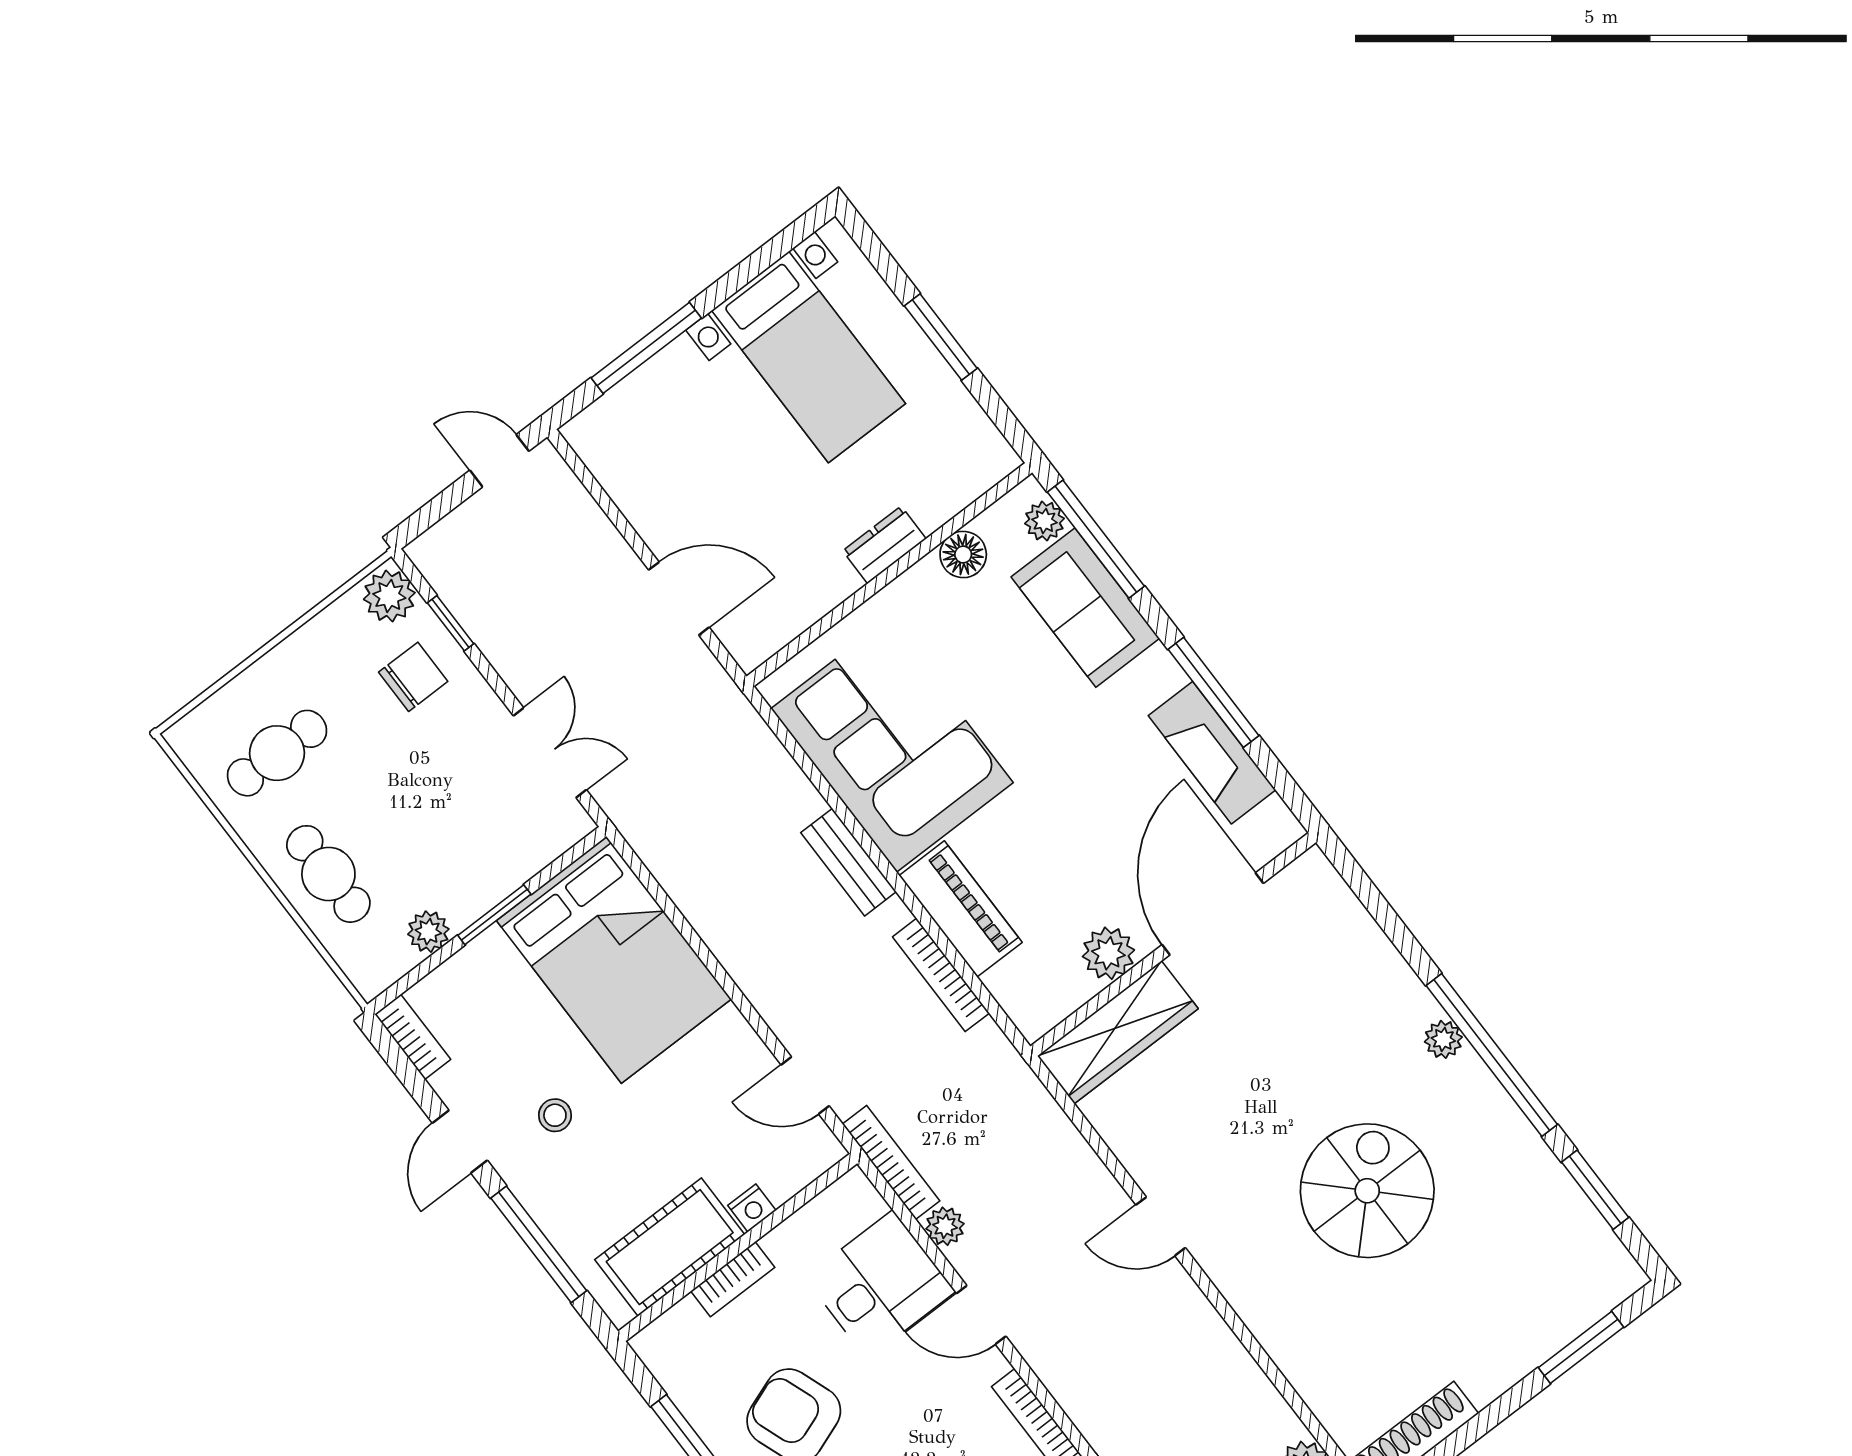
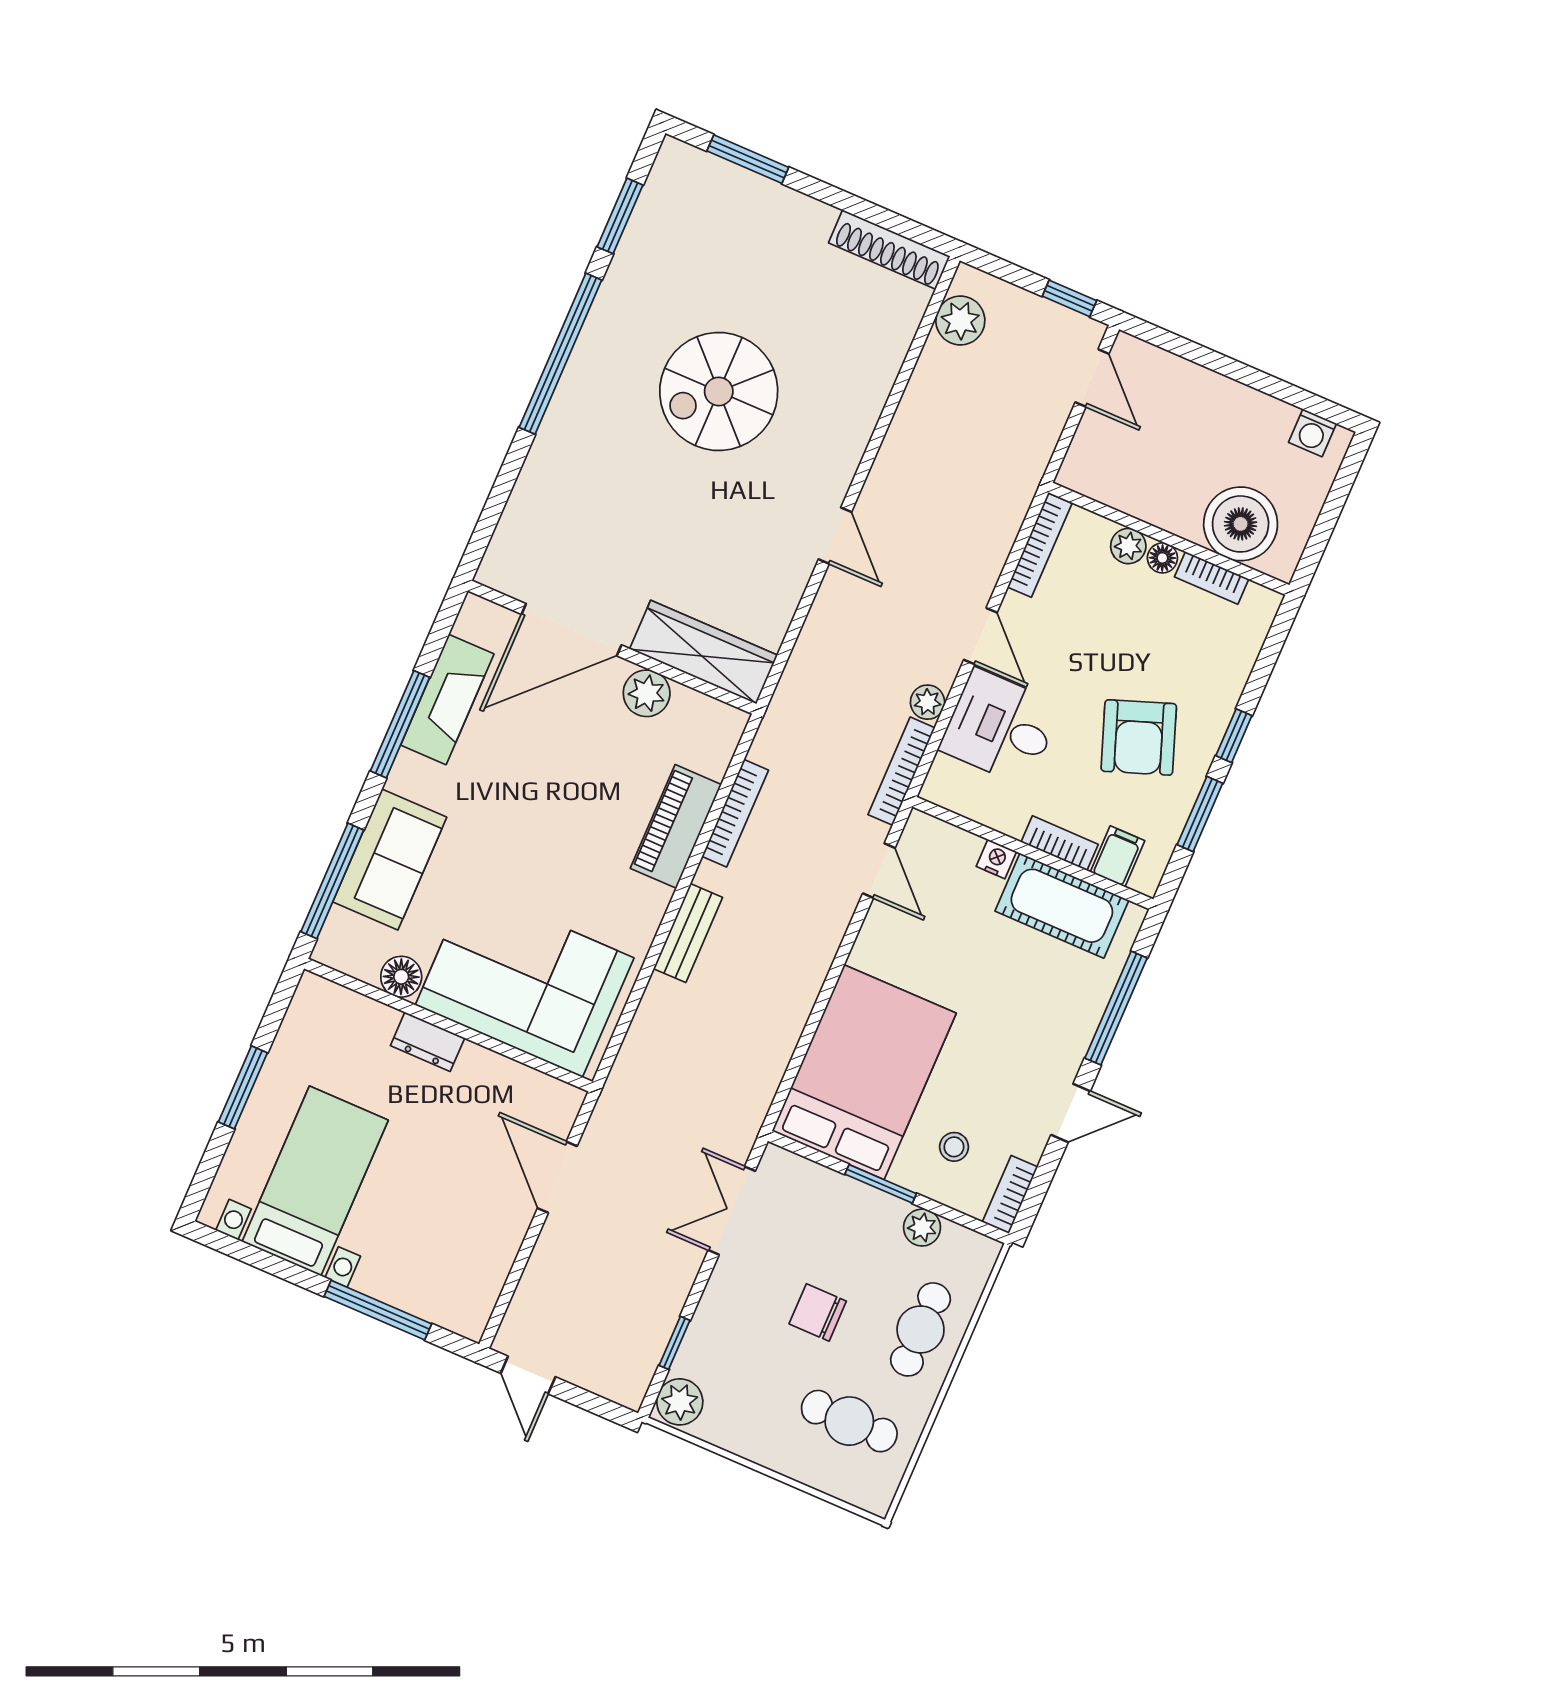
plant: (1044, 521) -> (340, 928), removed
chair: (413, 677) -> (818, 1312), moved
corner sofa: (892, 746) -> (525, 981), moved, turned 90
plant: (1443, 1039) -> (569, 398), removed
stool: (555, 1115) -> (954, 1147), moved
filing cabinet: (688, 1329) -> (1117, 856), added

